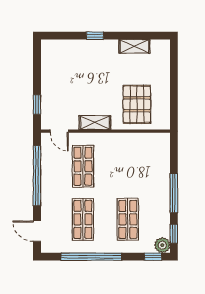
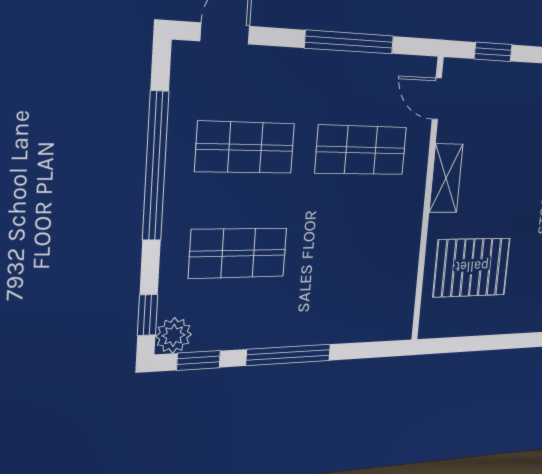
door: (59, 131) -> (437, 99), hinge flipped
window: (37, 176) -> (349, 42), width x0.68

